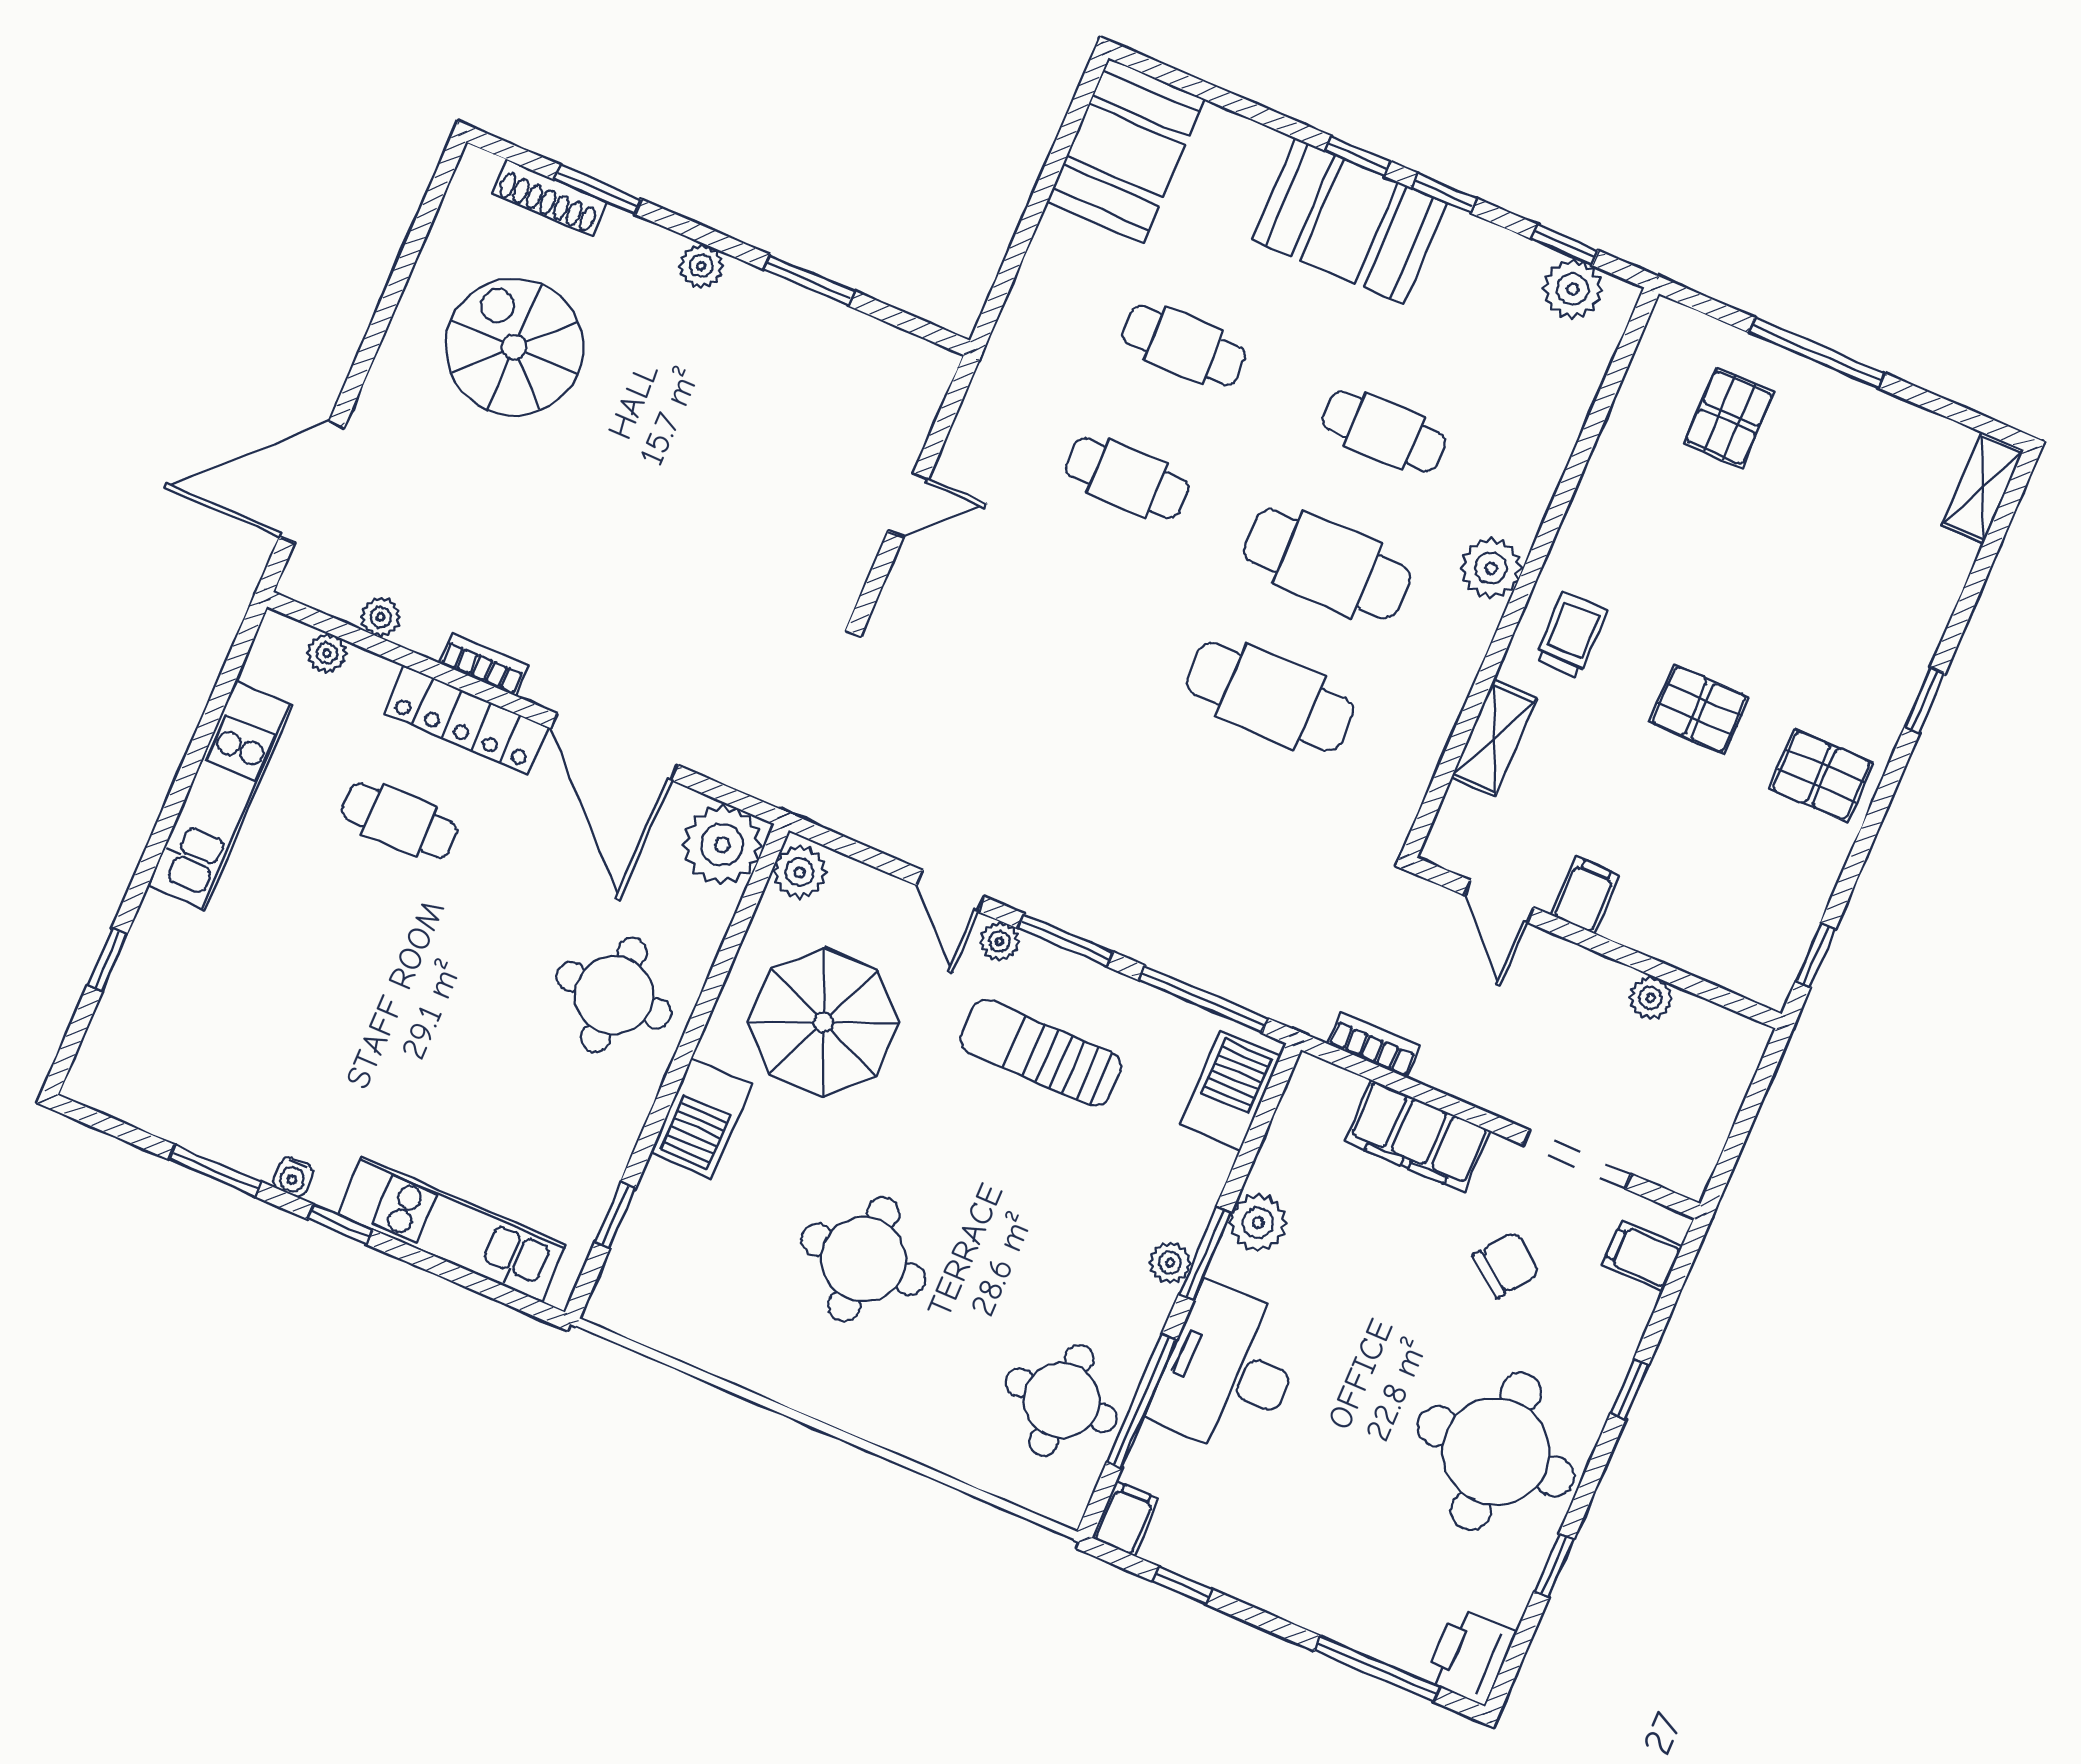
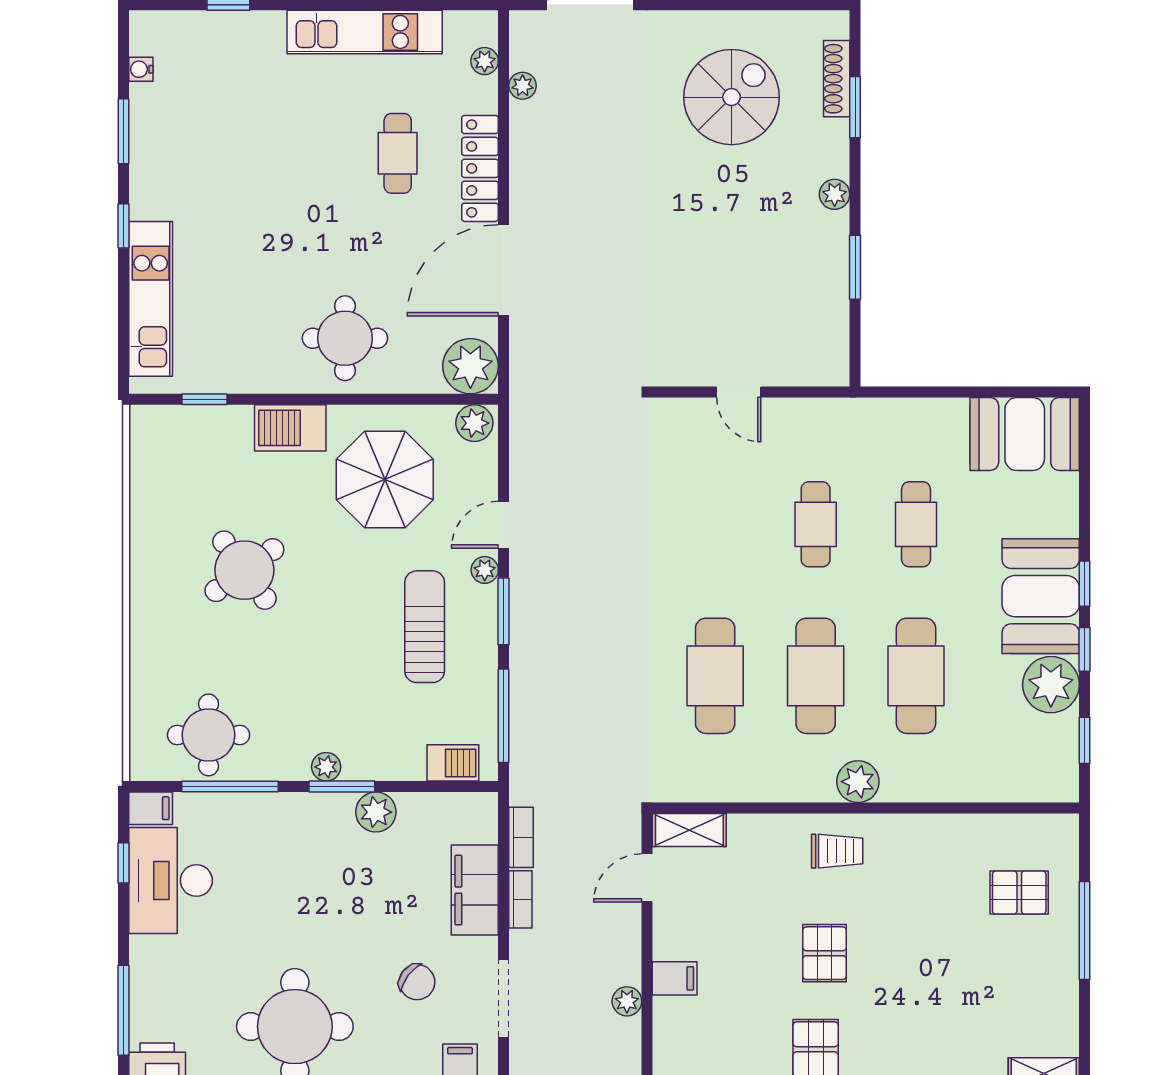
plant: (1573, 289) -> (1051, 685), moved, width x1.36, depth x1.36
cafe table: (1384, 431) -> (916, 676), width x1.37, depth x1.35
bookcase: (484, 664) -> (520, 899), moved
shelving: (1494, 738) -> (689, 830), moved
filing cabinet: (1585, 895) -> (675, 978), moved
barbecue: (1230, 1090) -> (453, 763), width x0.73, depth x0.79
water cooler: (293, 1177) -> (141, 69), moved
round table: (864, 1259) -> (244, 570), turned -36
desk: (1229, 1370) -> (170, 881), moved, turned -90

